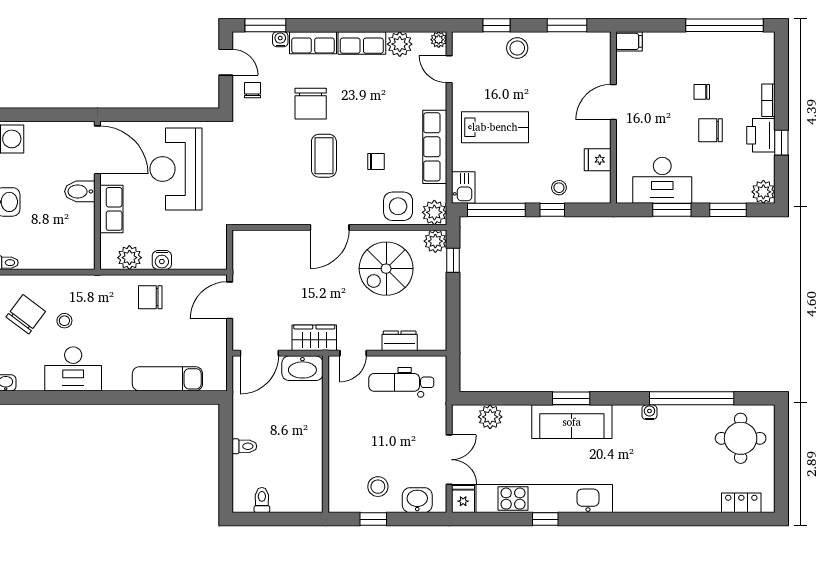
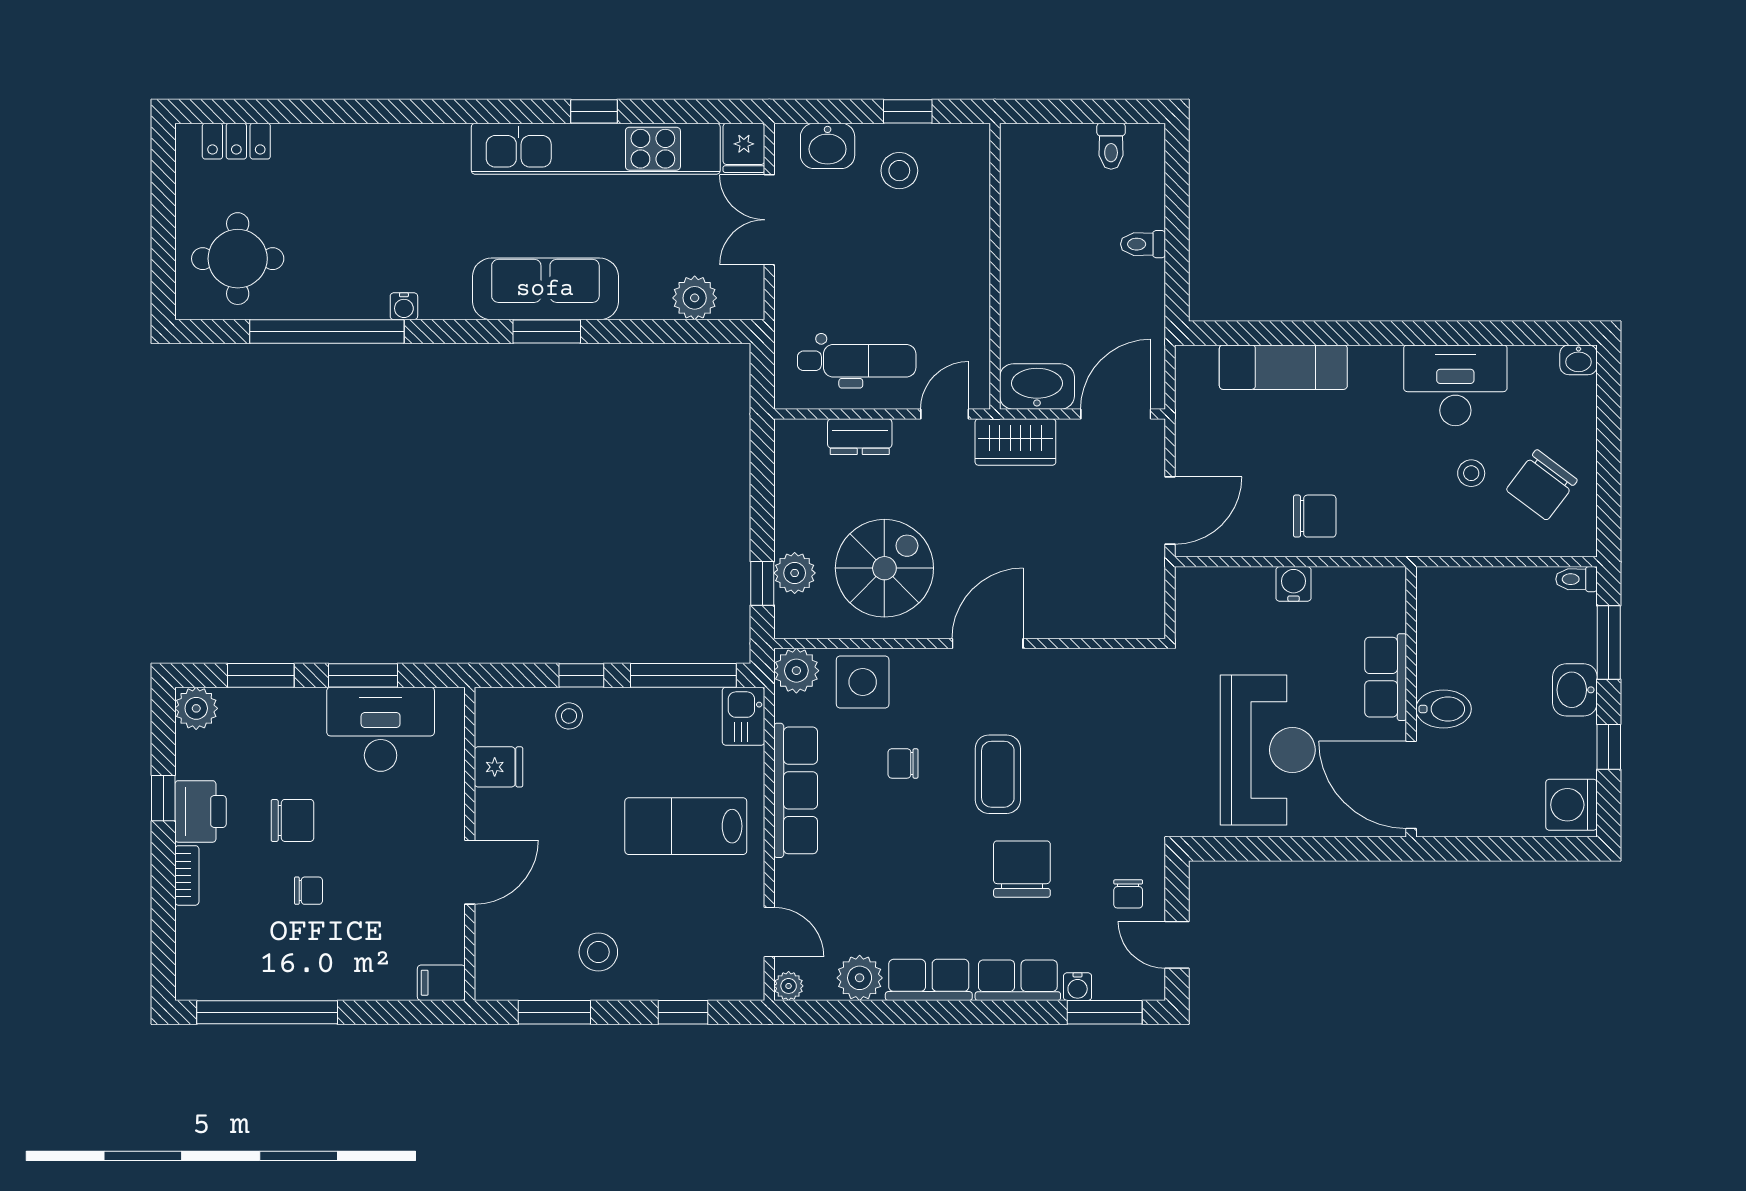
stool: (517, 48) -> (598, 952), moved
plant: (435, 241) -> (795, 573), moved
plant: (129, 258) -> (1353, 588), removed

